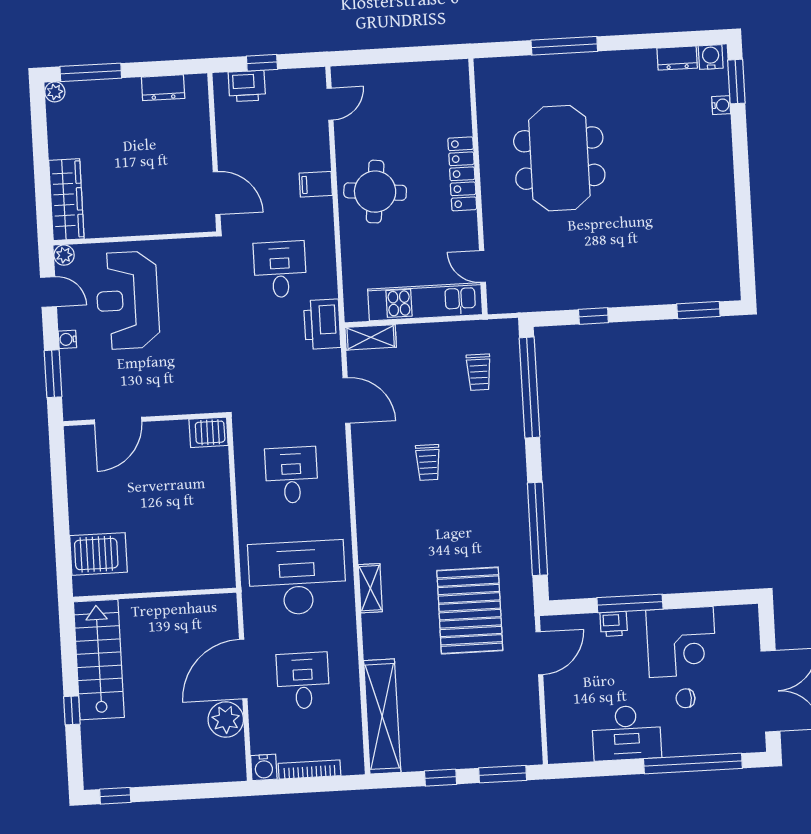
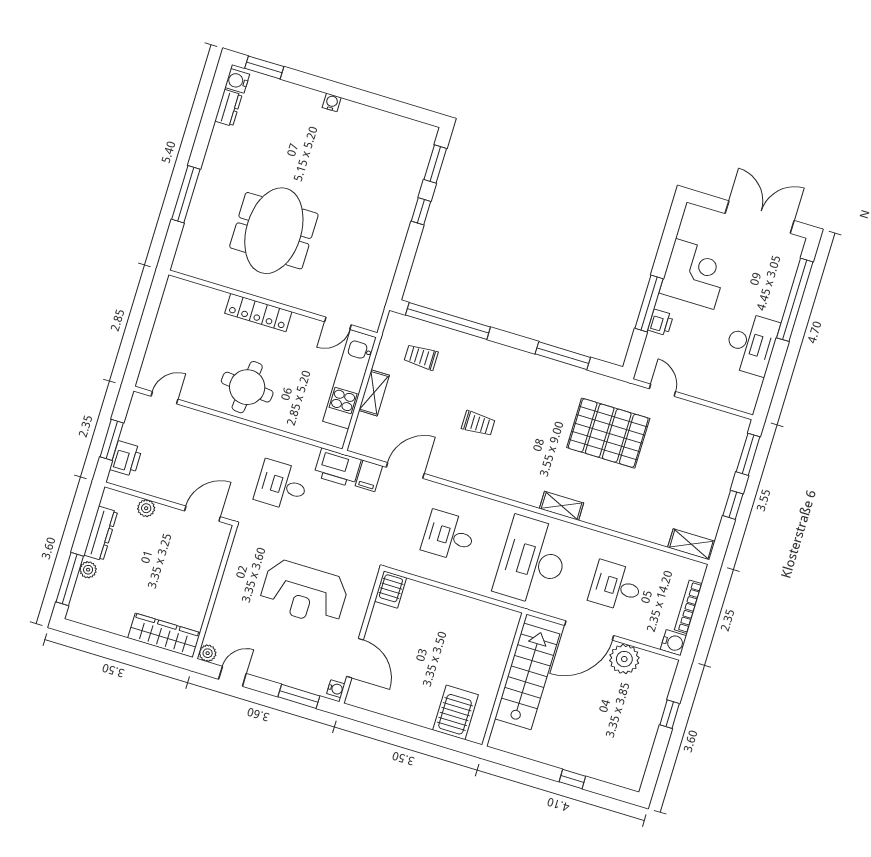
window: (262, 63) -> (112, 440), width x1.50
dresser: (163, 88) -> (101, 533), width x1.44
plant: (55, 92) -> (88, 570), moved
door: (330, 104) -> (164, 398), hinge flipped
water cooler: (721, 105) -> (332, 102), moved
plant: (200, 128) -> (146, 508), added
meeting table: (559, 158) -> (274, 231), turned 90
filing cabinet: (316, 184) -> (369, 476), moved
reception desk: (128, 300) -> (304, 593), moved
window: (593, 316) -> (421, 211), moved
shelving: (371, 337) -> (374, 393), moved
water cooler: (67, 339) -> (336, 689), moved, turned -90
trolley: (479, 372) -> (421, 357), turned 180
window: (537, 529) -> (563, 356), width x0.68
door: (539, 653) -> (662, 390), width x0.73
stairs: (99, 660) -> (527, 676), moved, turned 90
door: (243, 669) -> (589, 631), hinge flipped
chair: (685, 698) -> (741, 287), removed
shelving: (382, 716) -> (691, 544), width x0.45, depth x0.75
window: (115, 796) -> (670, 714), moved

